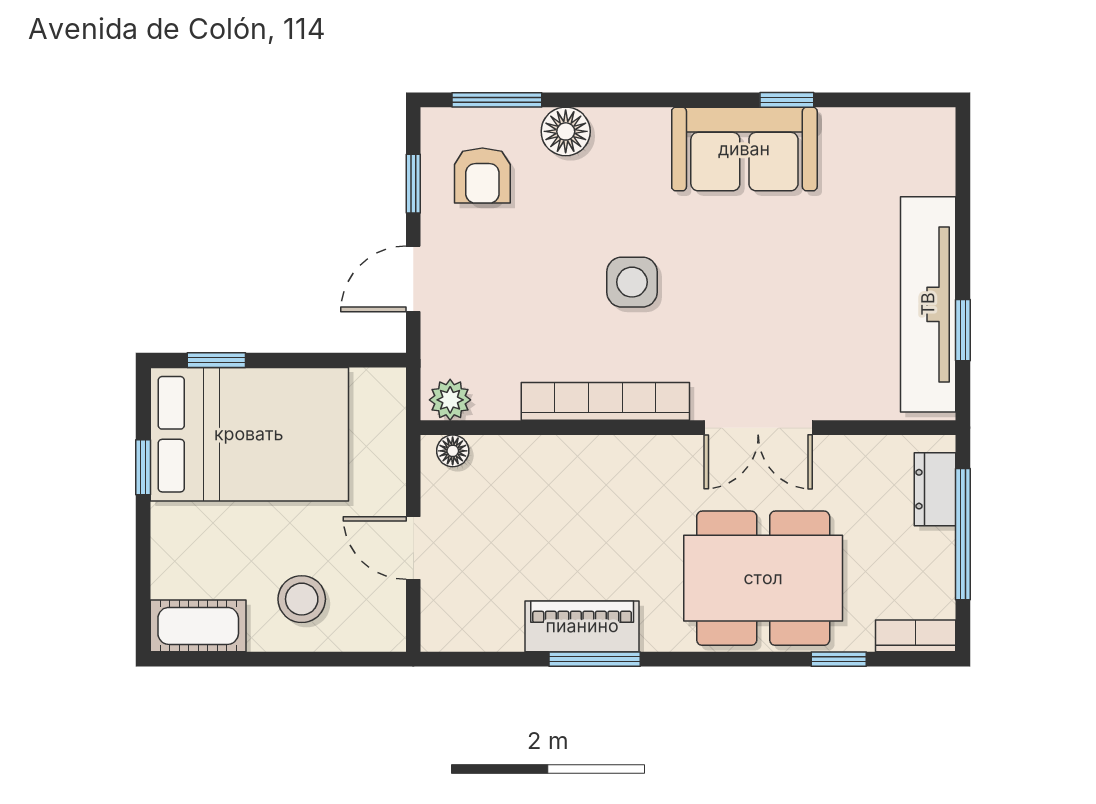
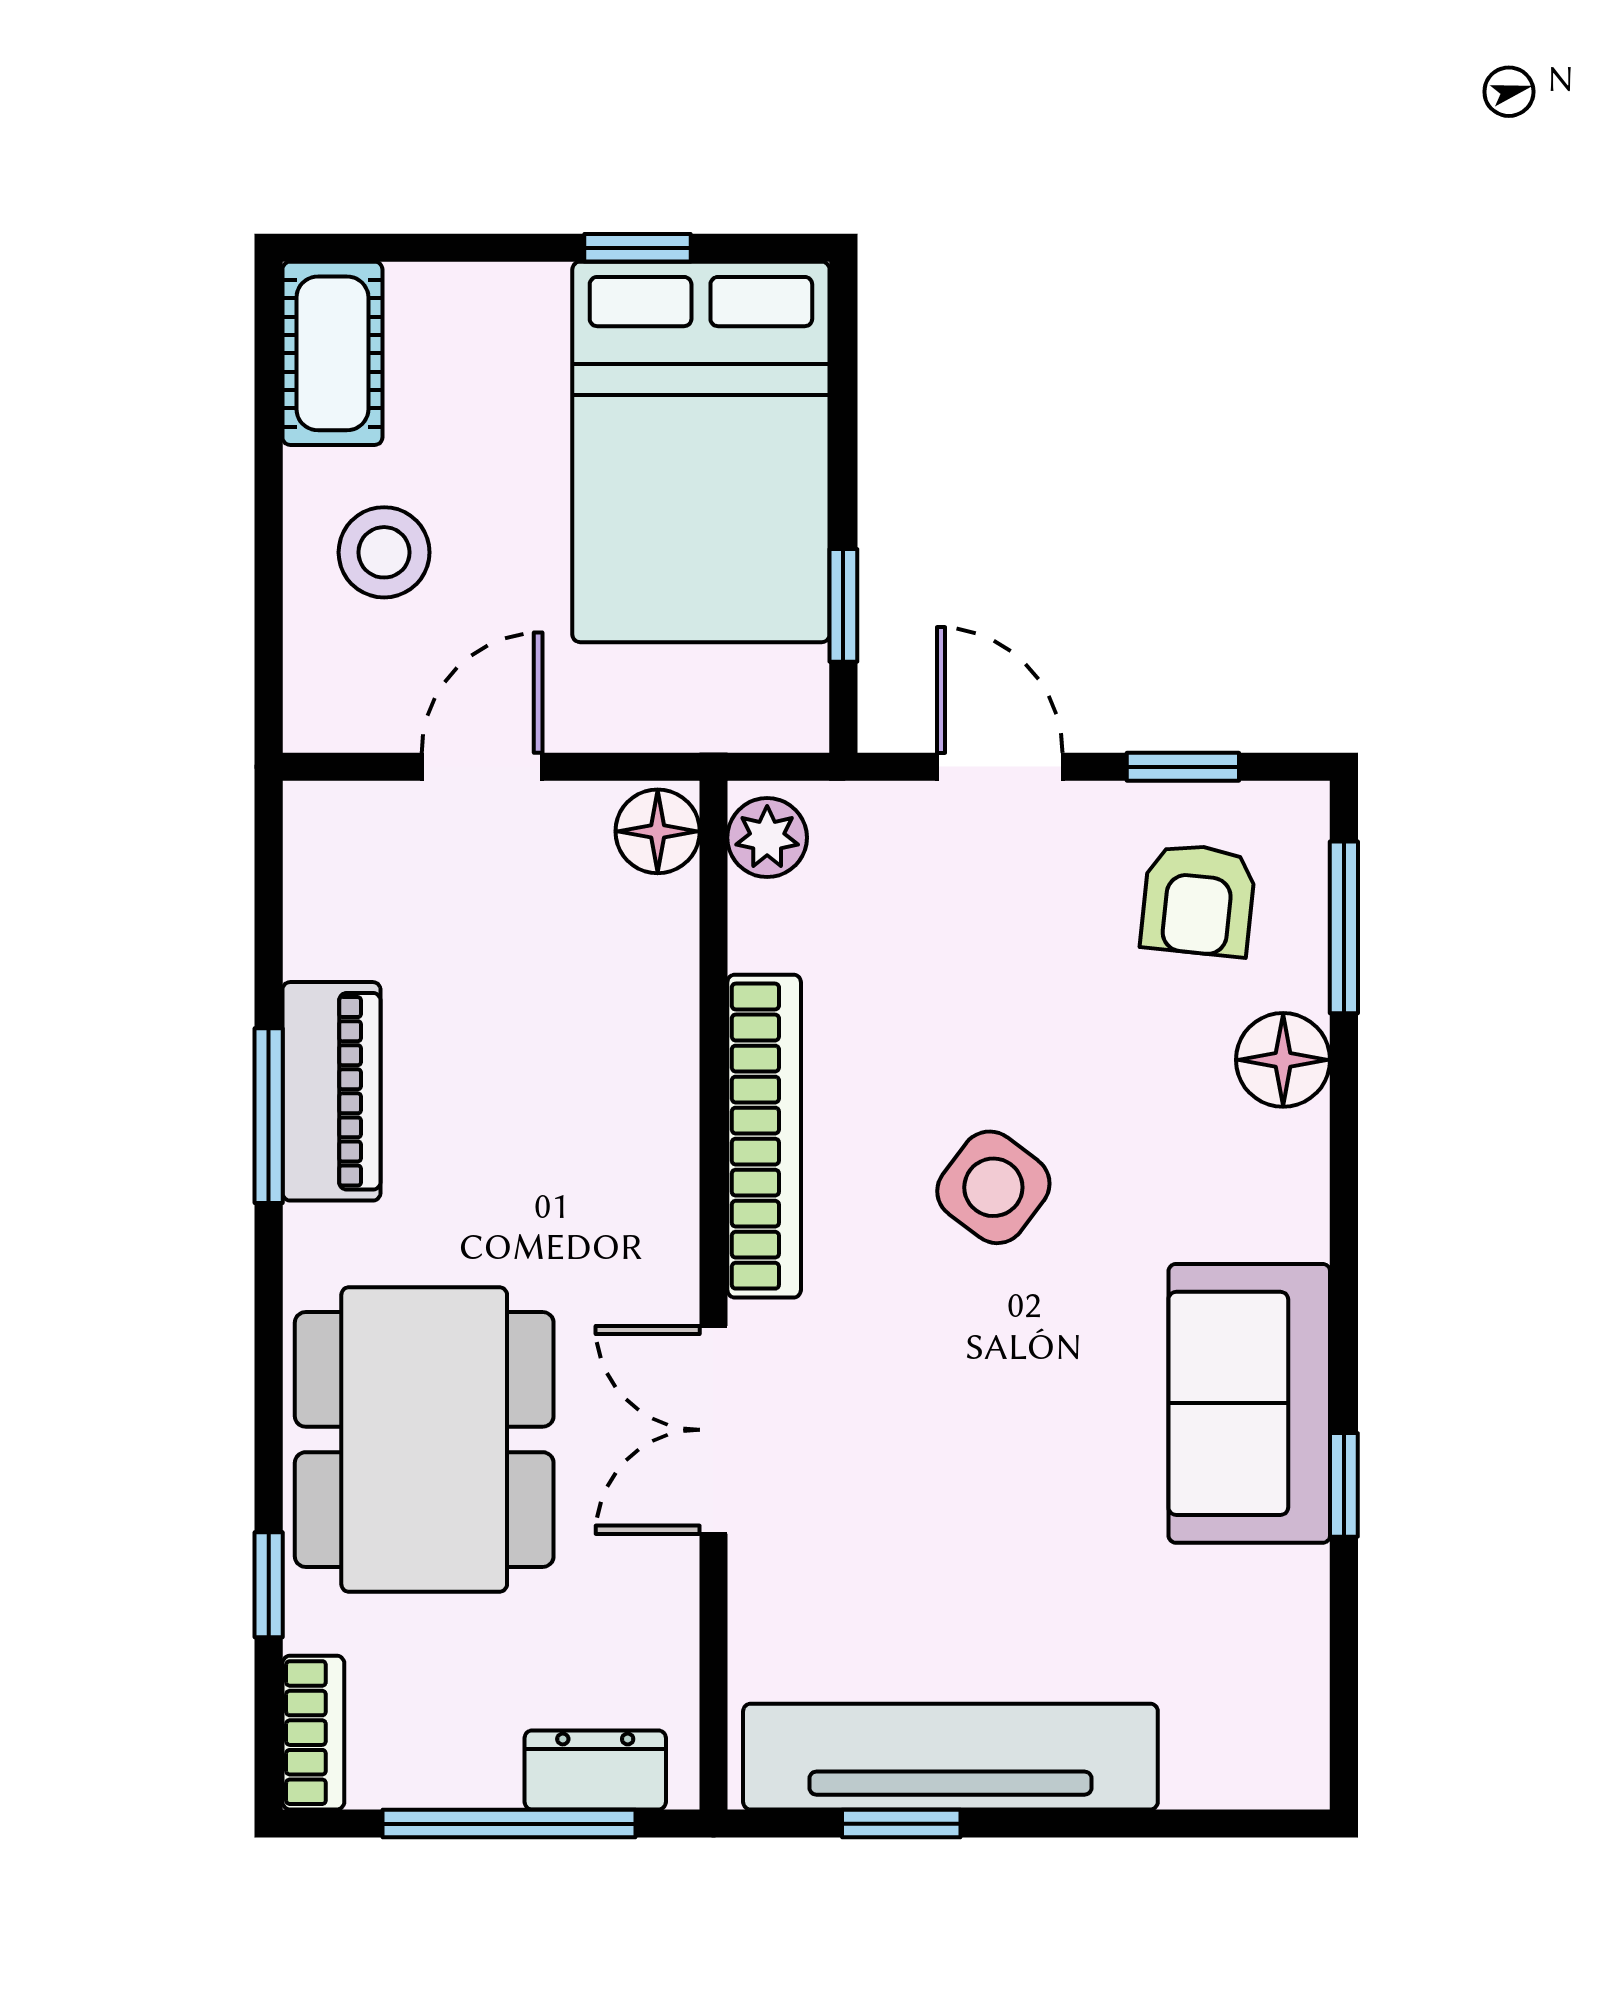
armchair: (482, 176) -> (1198, 900), turned -84
side table: (632, 282) -> (993, 1187), turned 37
window: (216, 360) -> (843, 605), moved
floor lamp: (453, 451) -> (658, 831), width x1.37, depth x1.37

